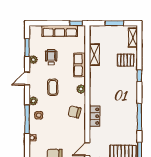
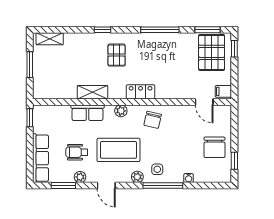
row of seats: (60, 31) -> (40, 158), moved
shelving: (94, 55) -> (93, 92), moved
pallet: (126, 60) -> (117, 55), moved
coffee table: (53, 87) -> (118, 150), width x1.86, depth x1.72
locker: (95, 116) -> (141, 92), moved

